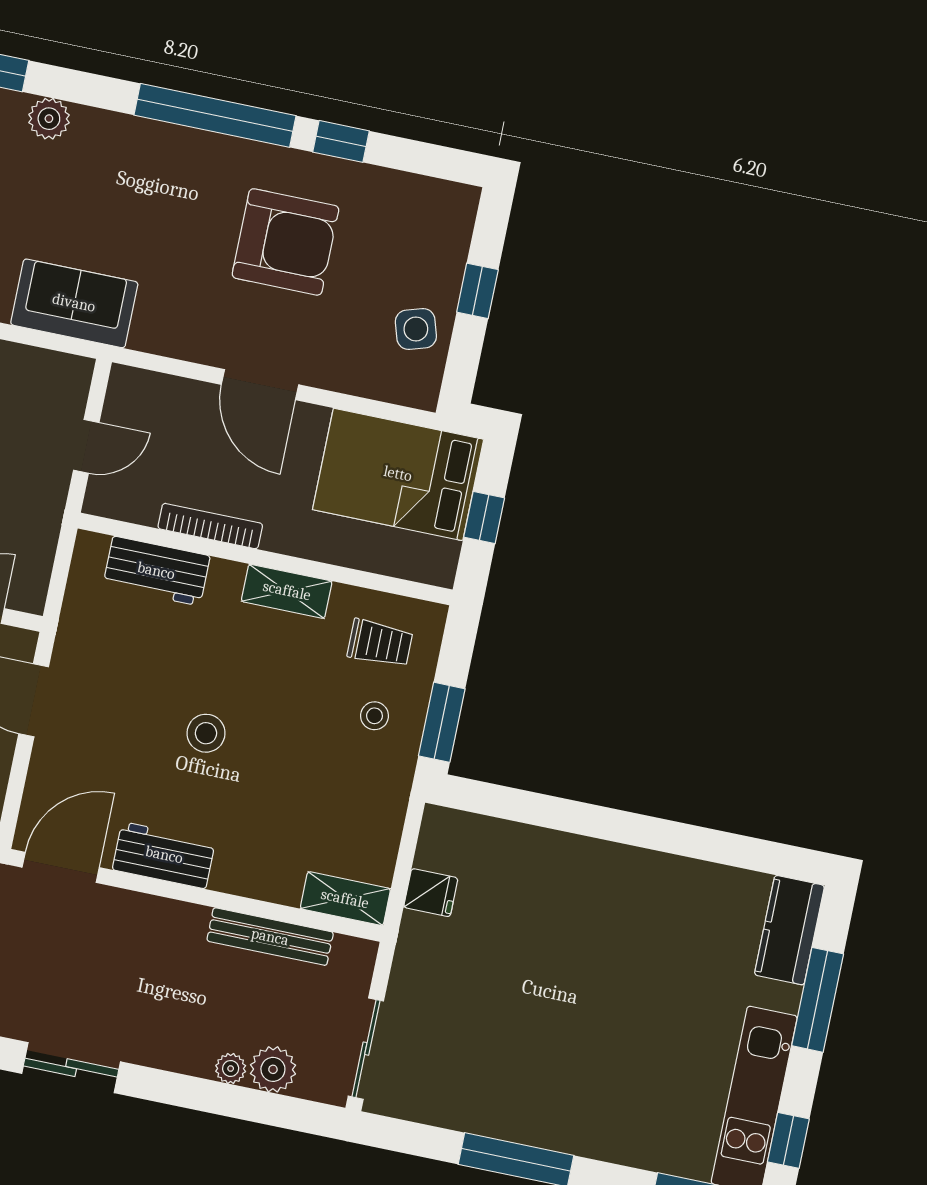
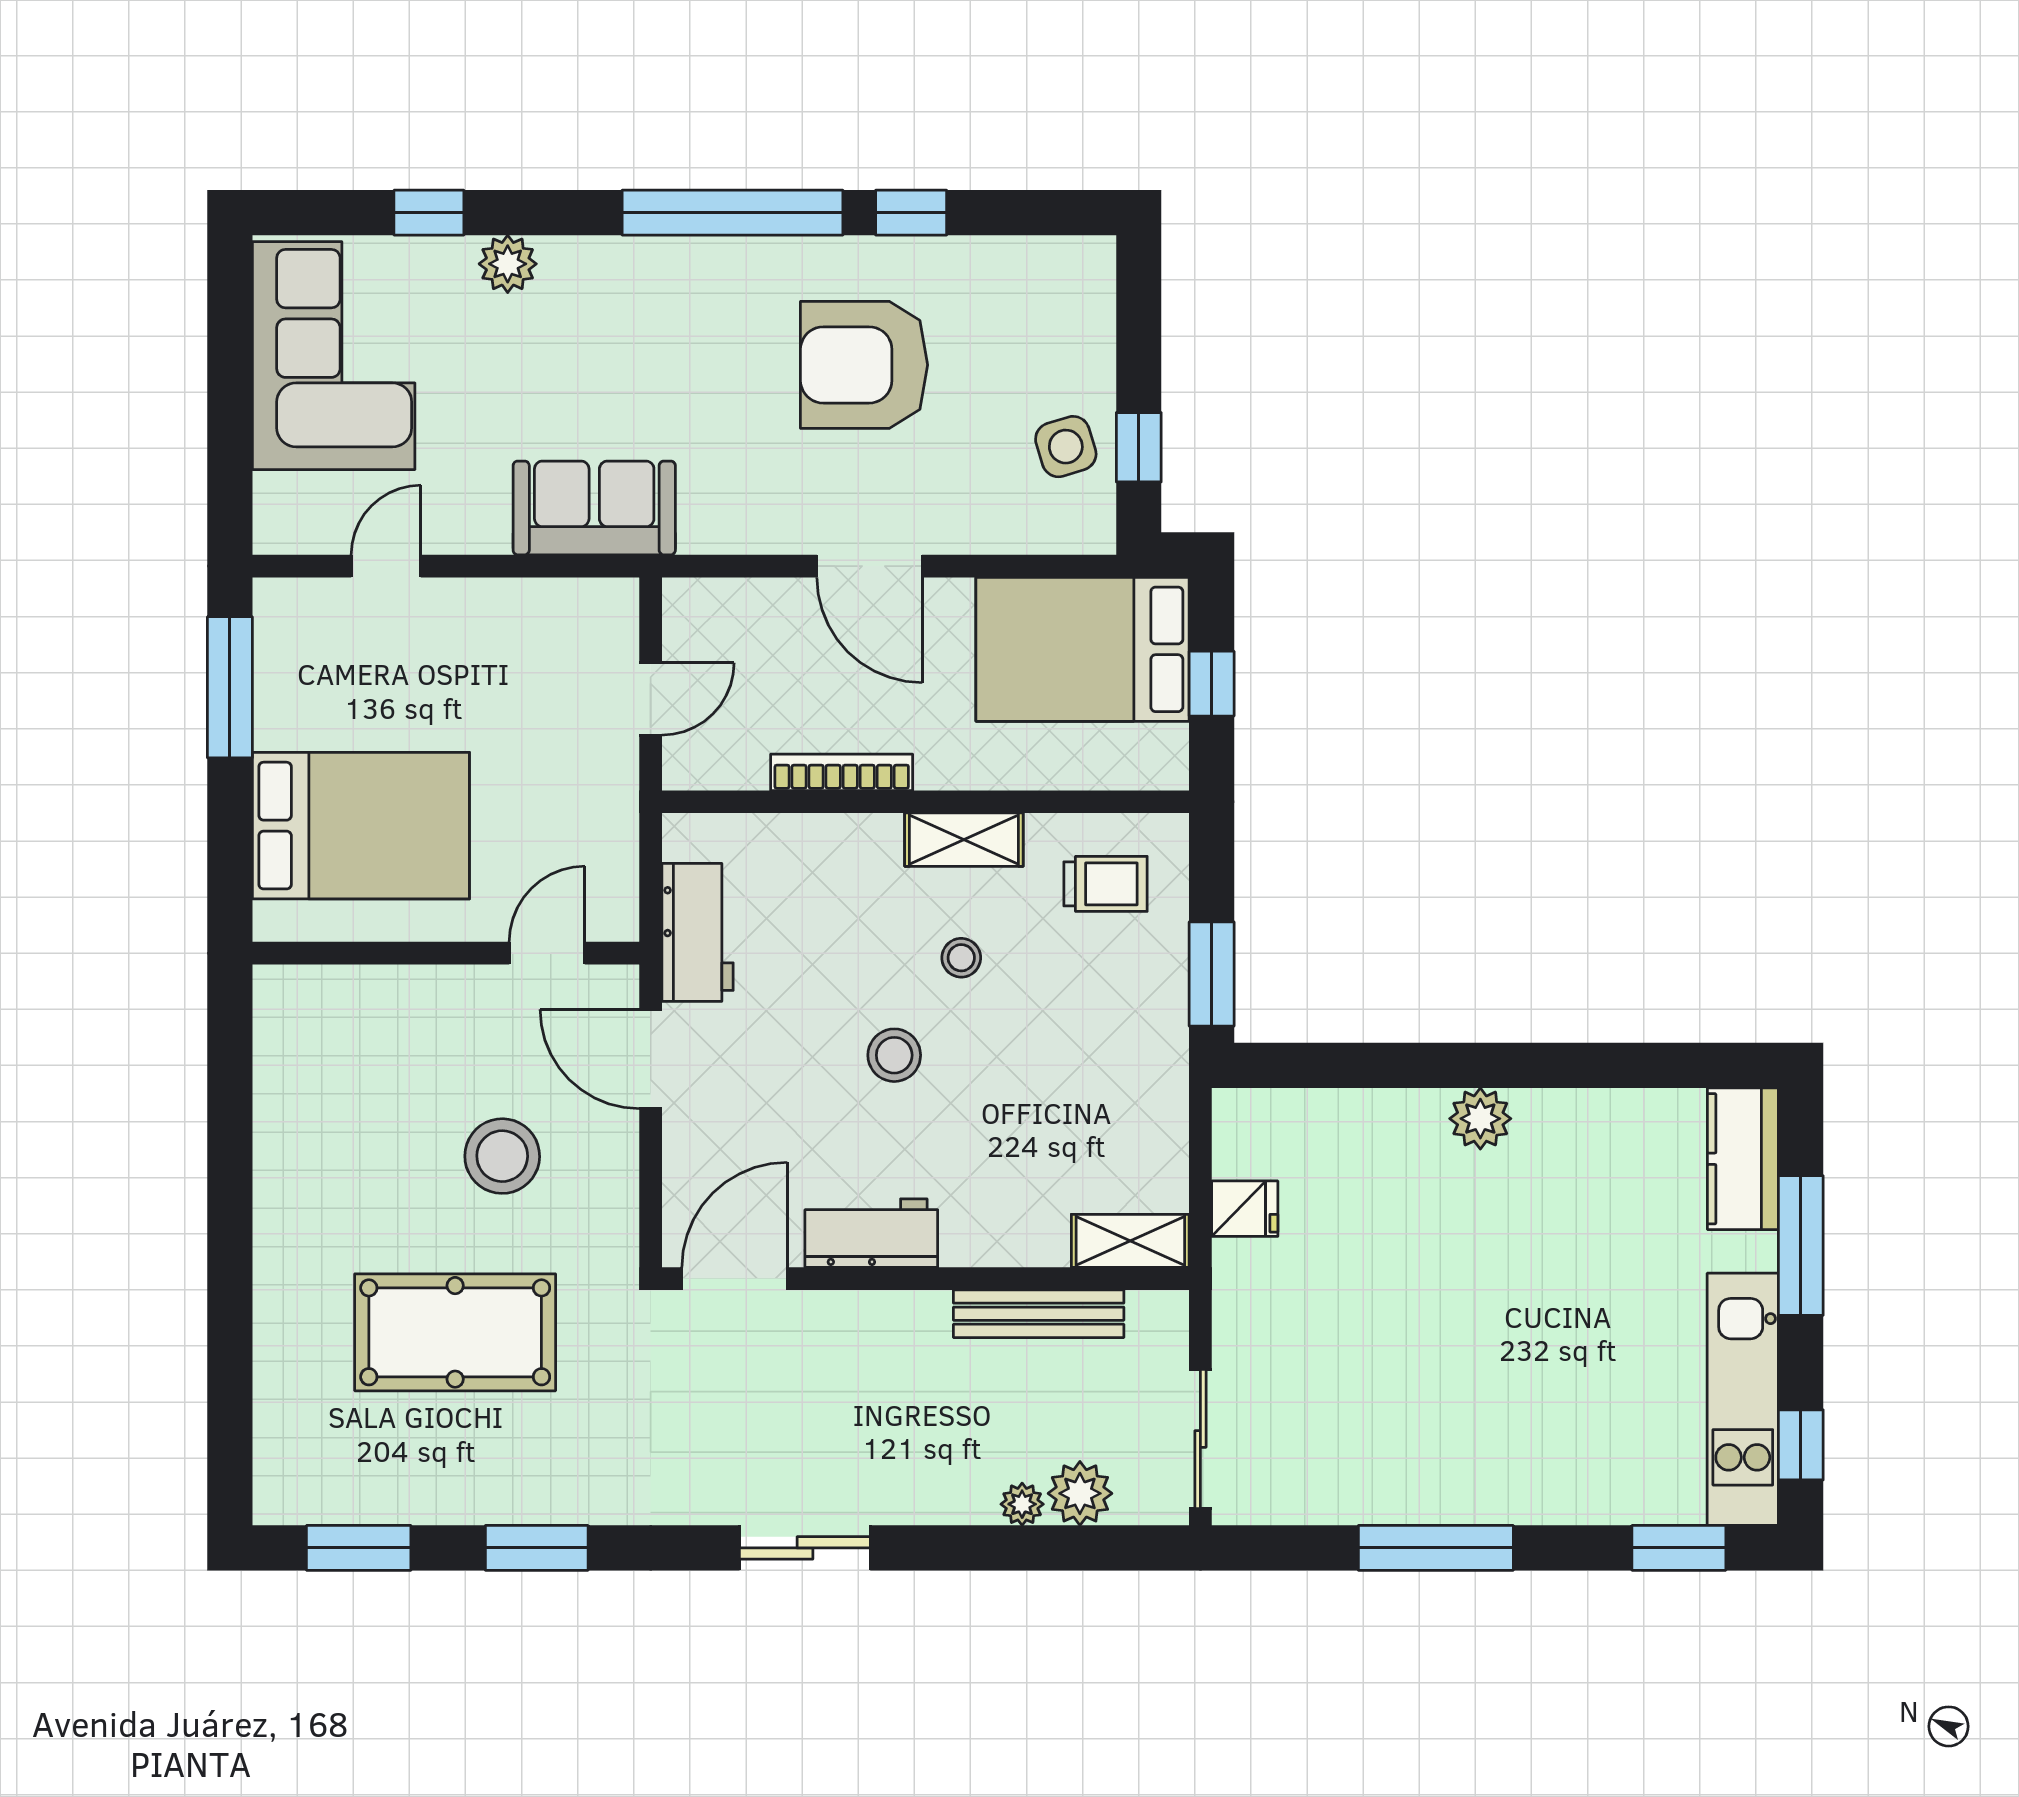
armchair: (285, 242) -> (864, 365), turned 180
window: (477, 291) -> (1139, 447), moved
workbench: (156, 571) -> (698, 932), moved, turned -90
stool: (375, 716) -> (961, 958), moved
plant: (610, 863) -> (1480, 1119), added

